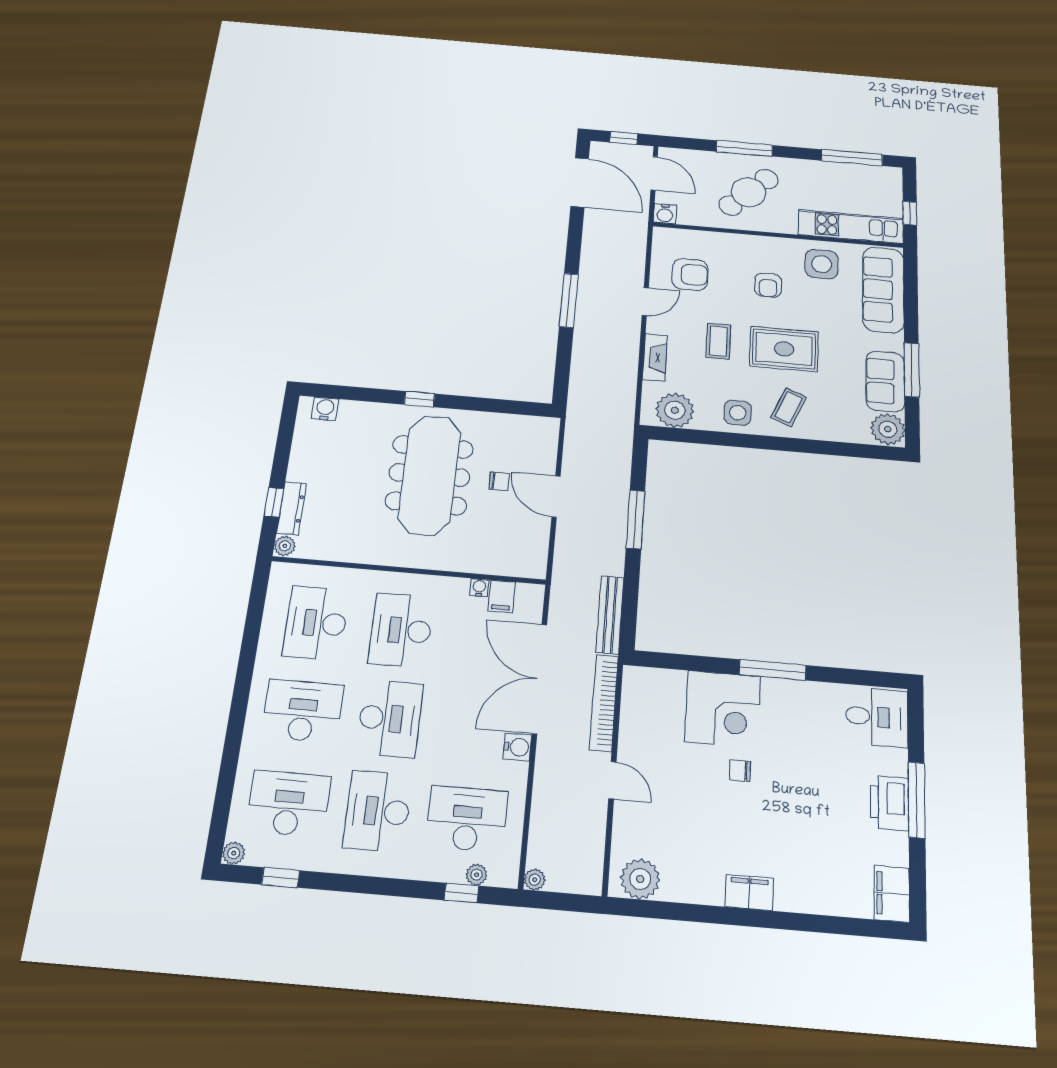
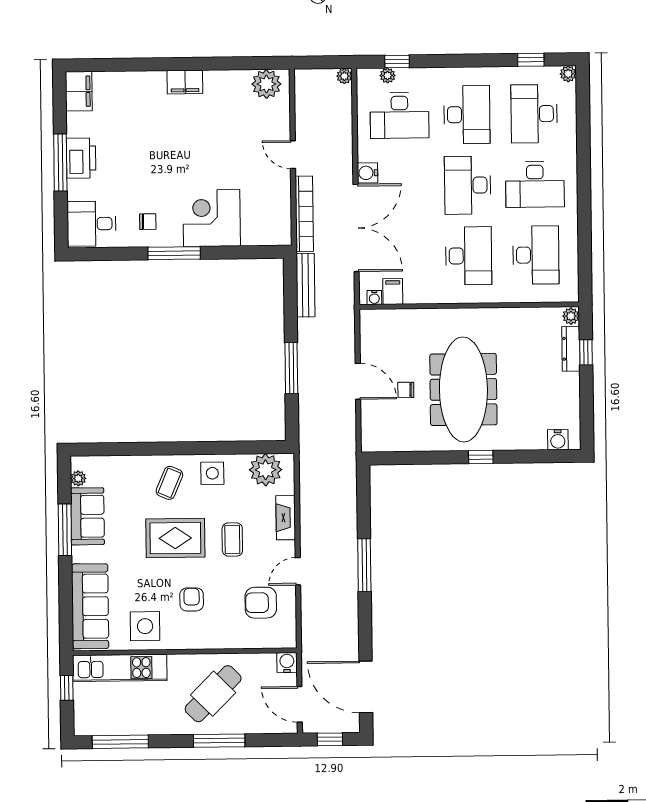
plant: (888, 429) -> (78, 478), width x0.53, depth x0.53
water cooler: (479, 588) -> (374, 298), moved
chair: (740, 771) -> (148, 222), moved
desk: (288, 803) -> (534, 114), turned 90

